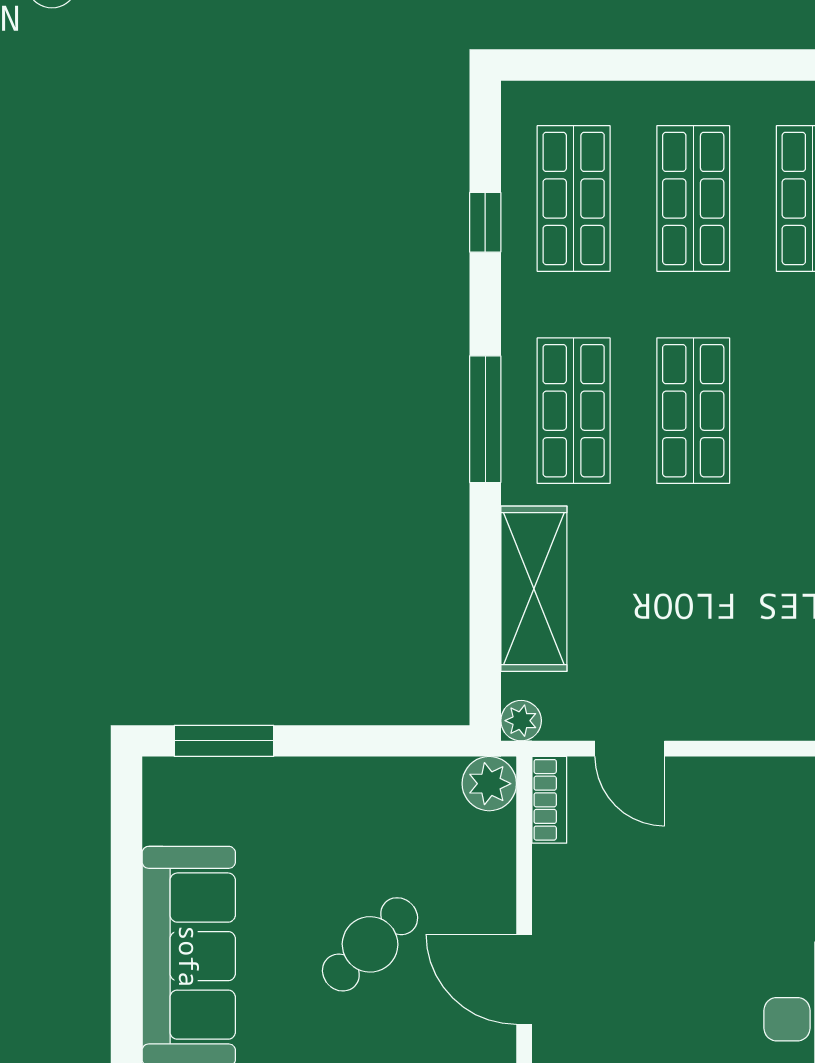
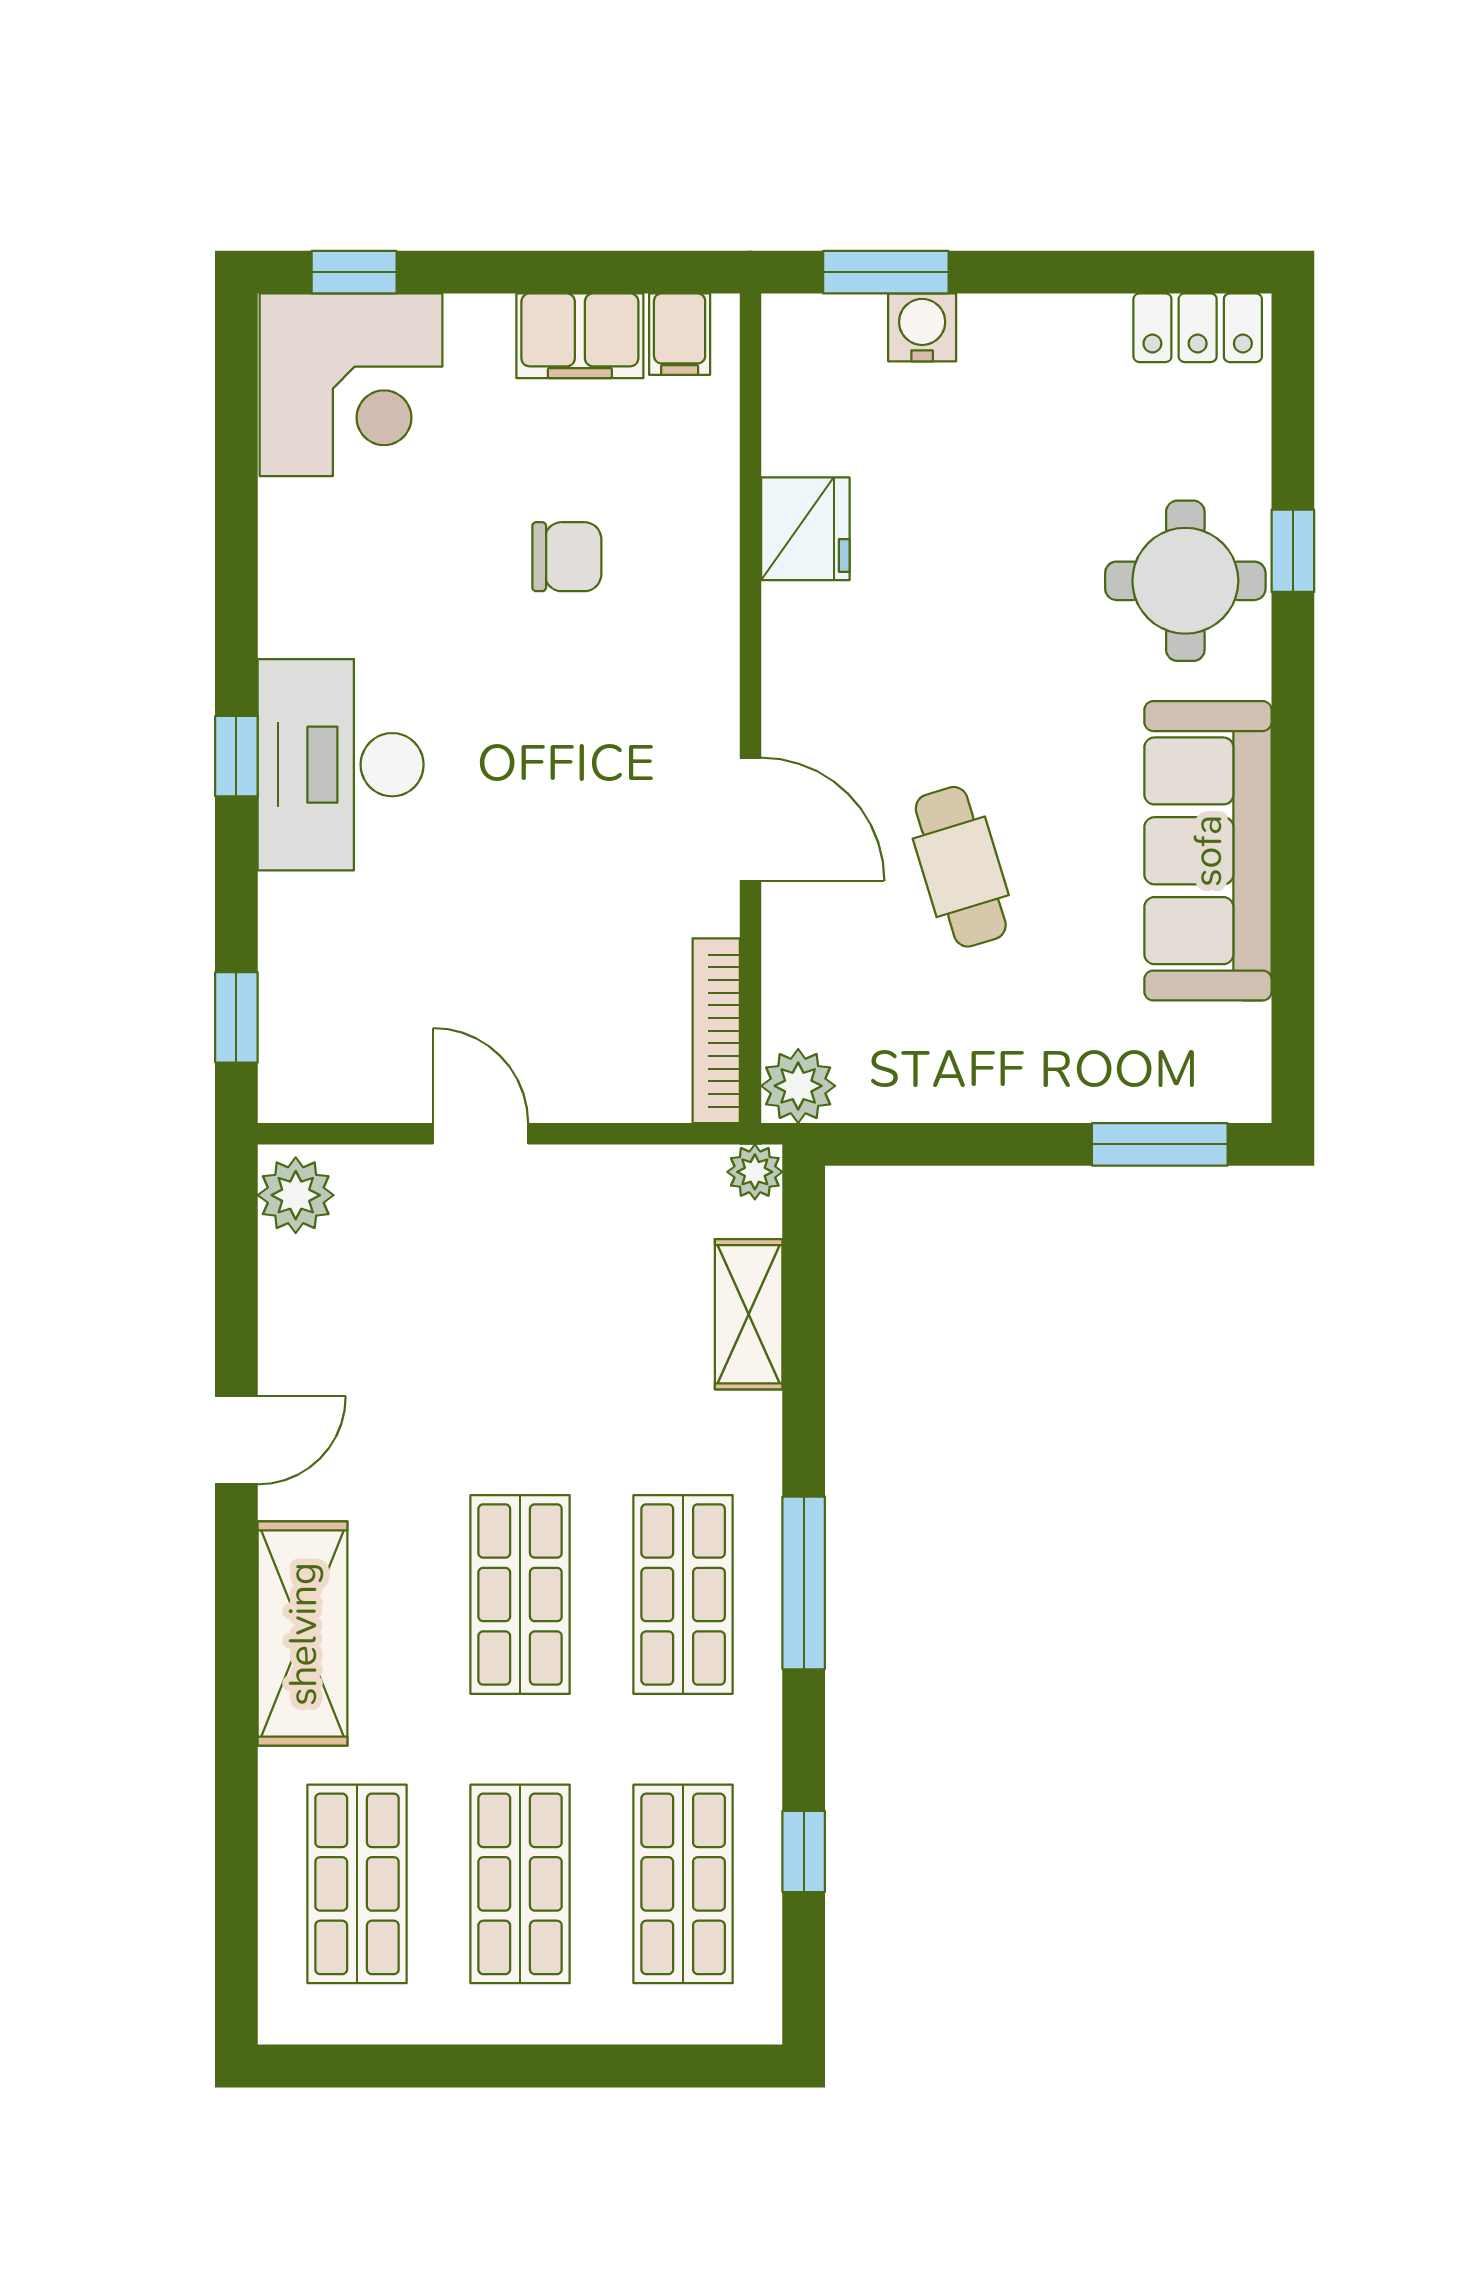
shelving: (534, 589) -> (749, 1314), width x0.67, depth x0.75
door: (630, 749) -> (481, 1134), moved
bookcase: (549, 800) -> (716, 1031), width x1.56
cafe table: (370, 944) -> (961, 867), turned -63

